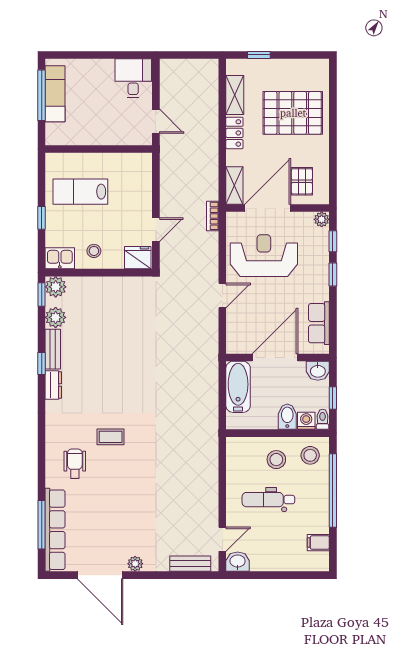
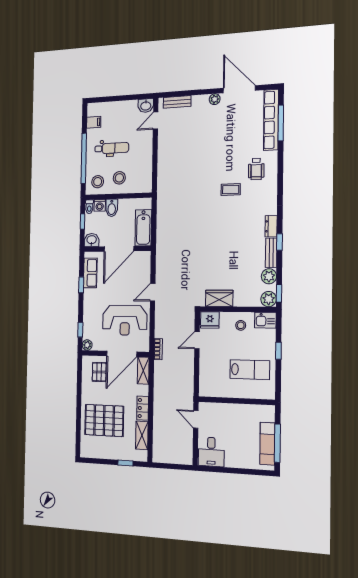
window: (333, 274) -> (81, 285), moved
wardrobe: (125, 287) -> (219, 298), added
dental chair: (268, 500) -> (112, 148), moved

